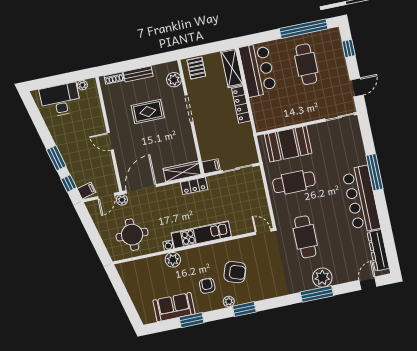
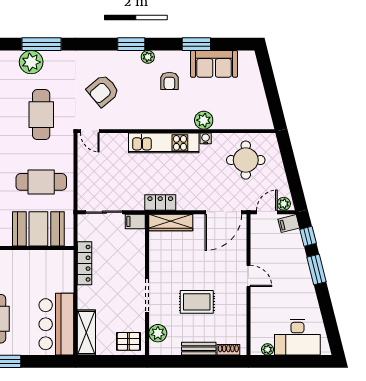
pallet: (196, 68) -> (128, 341), turned 90
locker: (241, 105) -> (84, 263), moved
plant: (122, 200) -> (284, 204), moved
armchair: (235, 272) -> (103, 91), moved, turned -59

